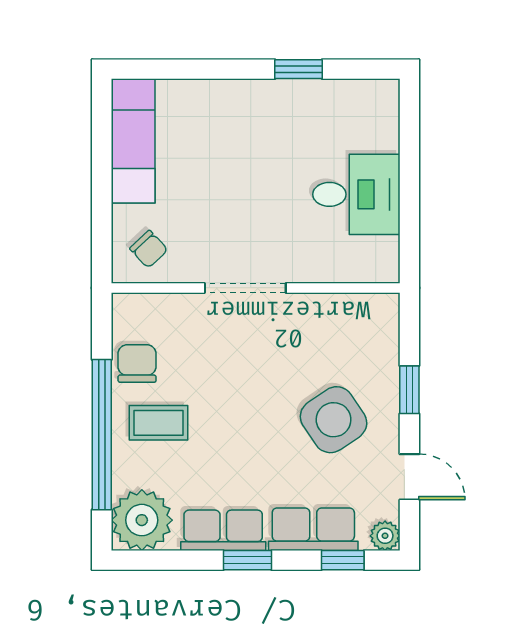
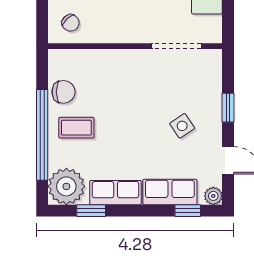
doorway: (245, 288) -> (176, 46), moved
chair: (137, 364) -> (63, 92), turned 90
side table: (334, 420) -> (182, 126), width x0.54, depth x0.54
window: (248, 560) -> (91, 211), moved

